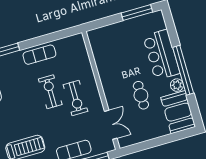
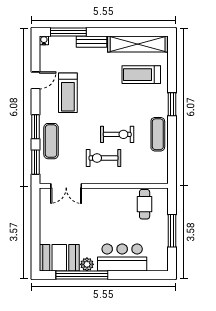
window: (137, 13) -> (172, 231), moved
window: (183, 70) -> (82, 275), moved
cafe table: (141, 95) -> (145, 204), moved, turned 90

